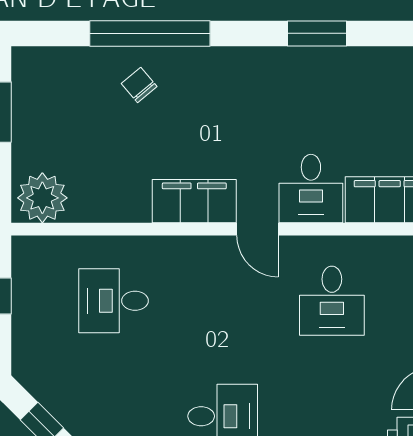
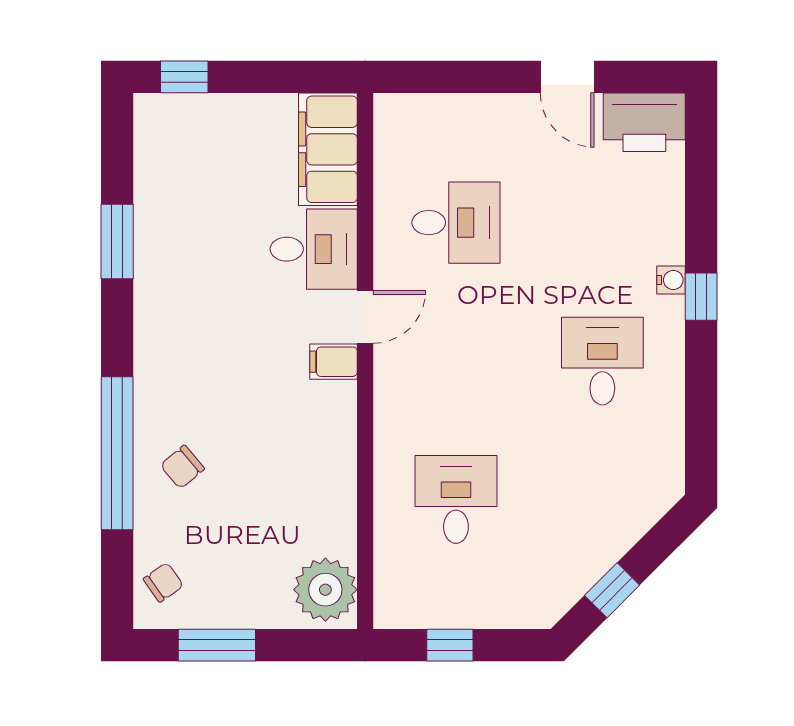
chair: (48, 70) -> (163, 582), added
filing cabinet: (194, 201) -> (334, 362), width x0.33, depth x0.86
desk: (113, 301) -> (456, 499), turned 180

